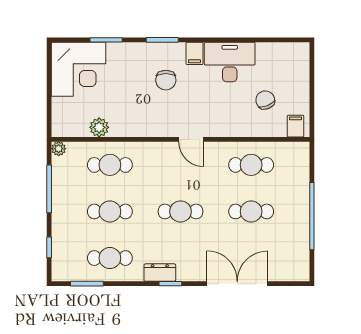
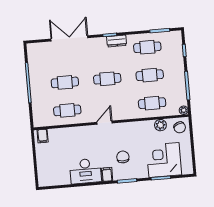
corner desk: (79, 69) -> (164, 160), moved
chair: (265, 100) -> (180, 127), moved
door: (191, 139) -> (105, 123), hinge flipped
double door: (237, 284) -> (69, 38), swing flipped

